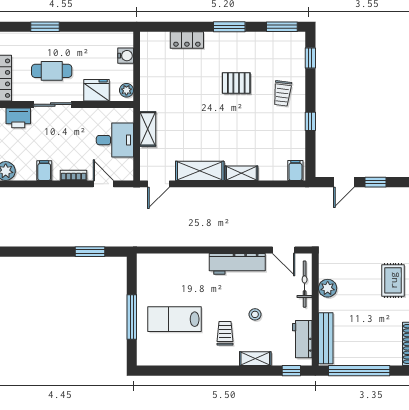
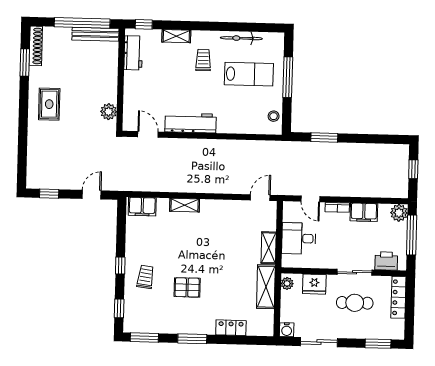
window: (45, 27) -> (378, 344), moved
sliding door: (90, 27) -> (319, 342), added
water cooler: (126, 56) -> (287, 330), moved, turned -90
window: (310, 121) -> (120, 266), moved
filing cabinet: (295, 170) -> (142, 207), width x2.00
filing cabinet: (44, 171) -> (364, 212), width x2.00
shelving: (200, 171) -> (266, 287), moved, turned 90
window: (376, 182) -> (49, 194), moved
bicycle: (305, 284) -> (241, 38), moved, turned 90
plant: (328, 288) -> (109, 112), moved
stool: (255, 314) -> (274, 116), moved
trolley: (225, 333) -> (203, 60), turned 180
bench: (326, 338) -> (95, 34), moved, turned 90

